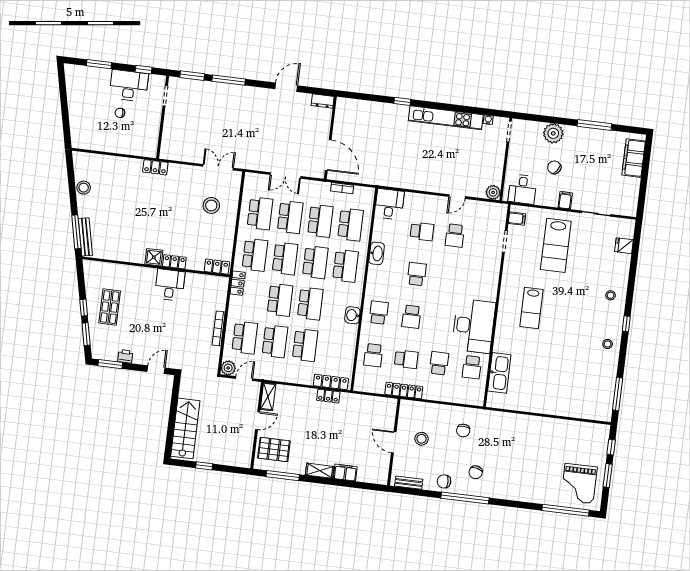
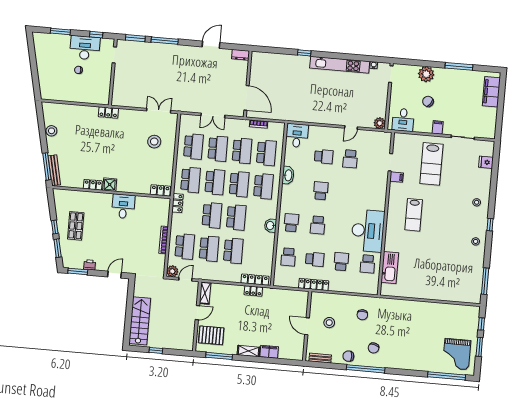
filing cabinet: (517, 219) -> (397, 177), moved
locker: (174, 262) -> (93, 185), moved

